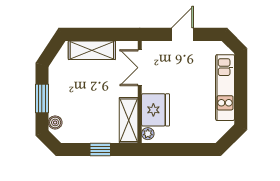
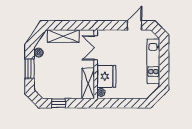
door: (182, 34) -> (135, 25), moved
boiler: (55, 122) -> (39, 53), moved
window: (100, 150) -> (59, 103), moved

